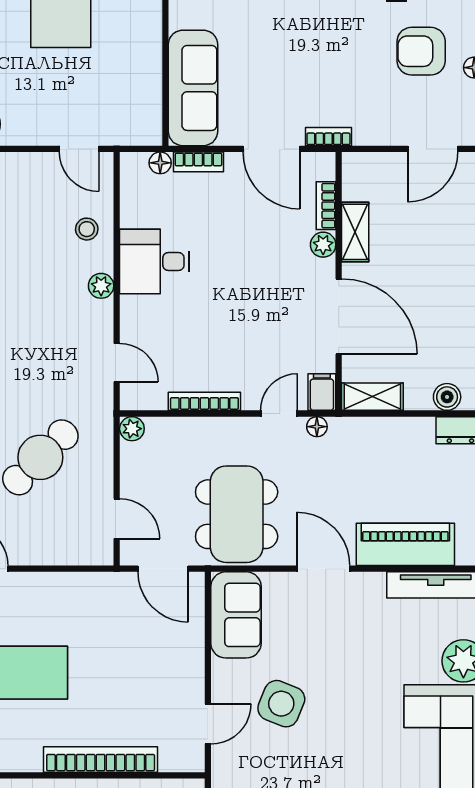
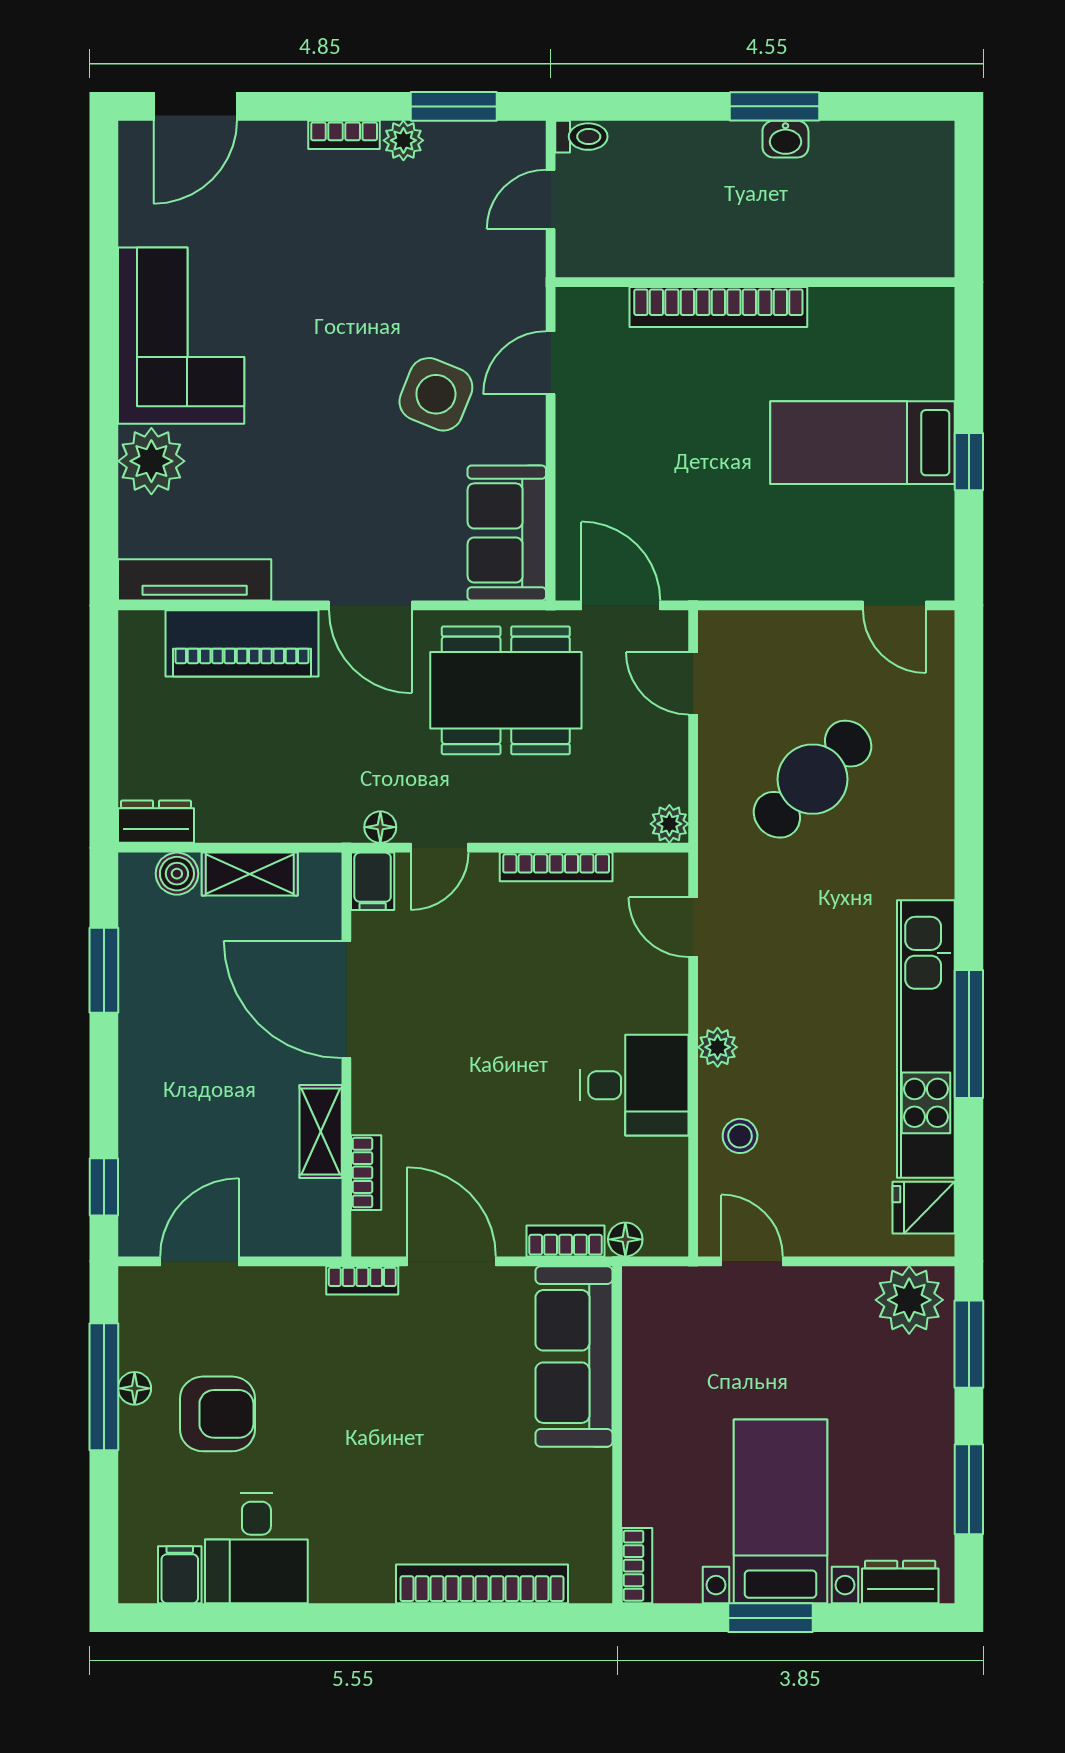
plant: (323, 245) -> (371, 1112), removed
shelving: (372, 397) -> (250, 874), moved
dining table: (237, 514) -> (506, 690), turned 90

